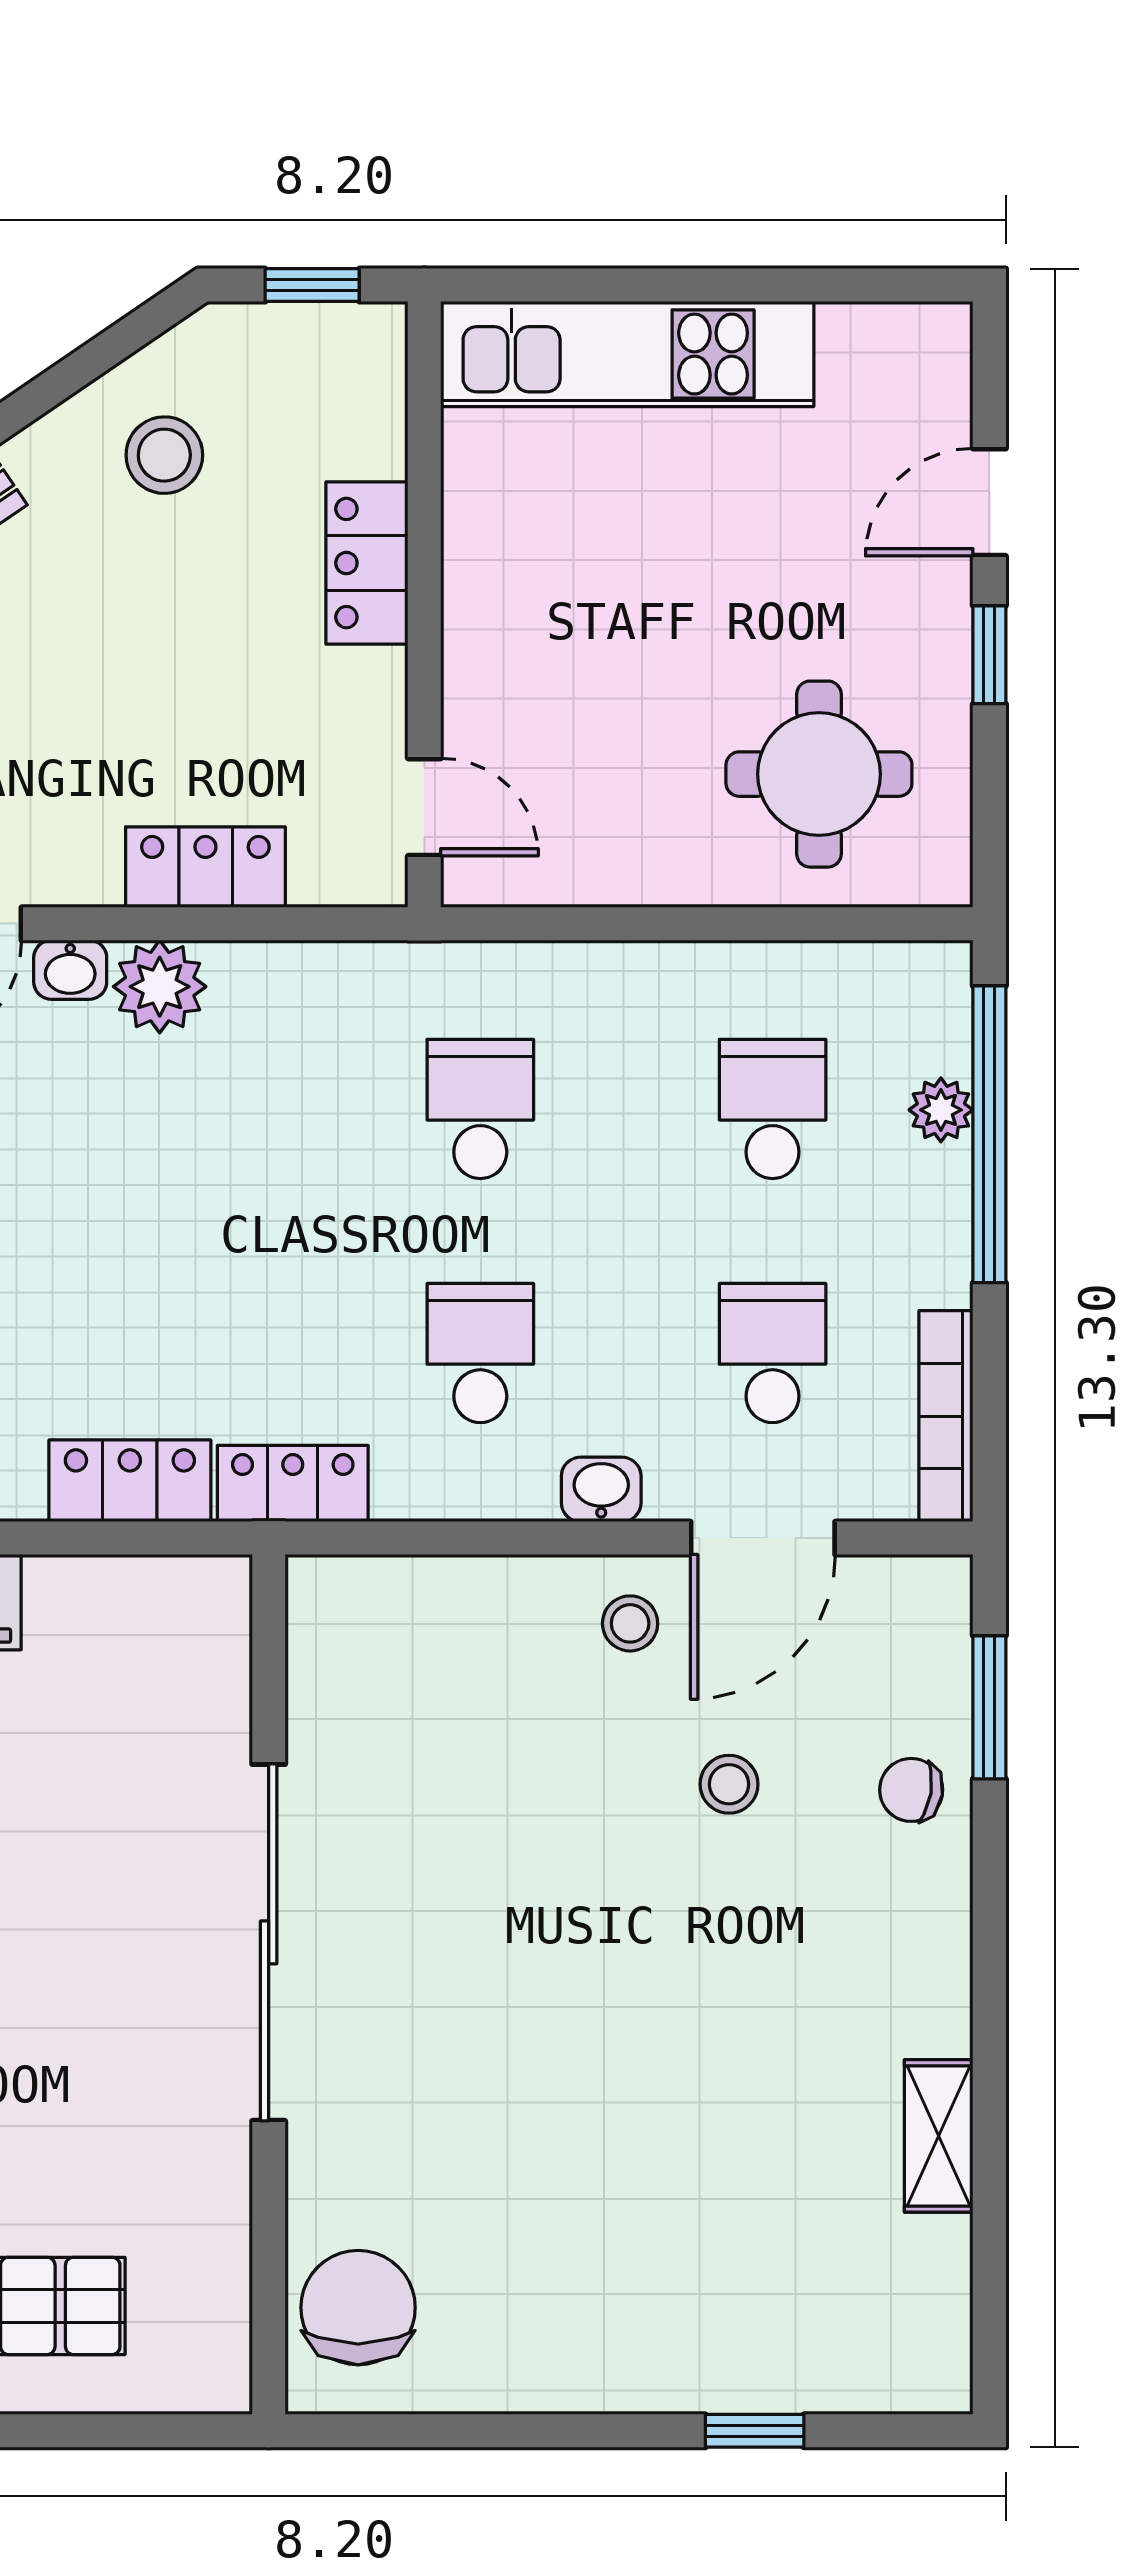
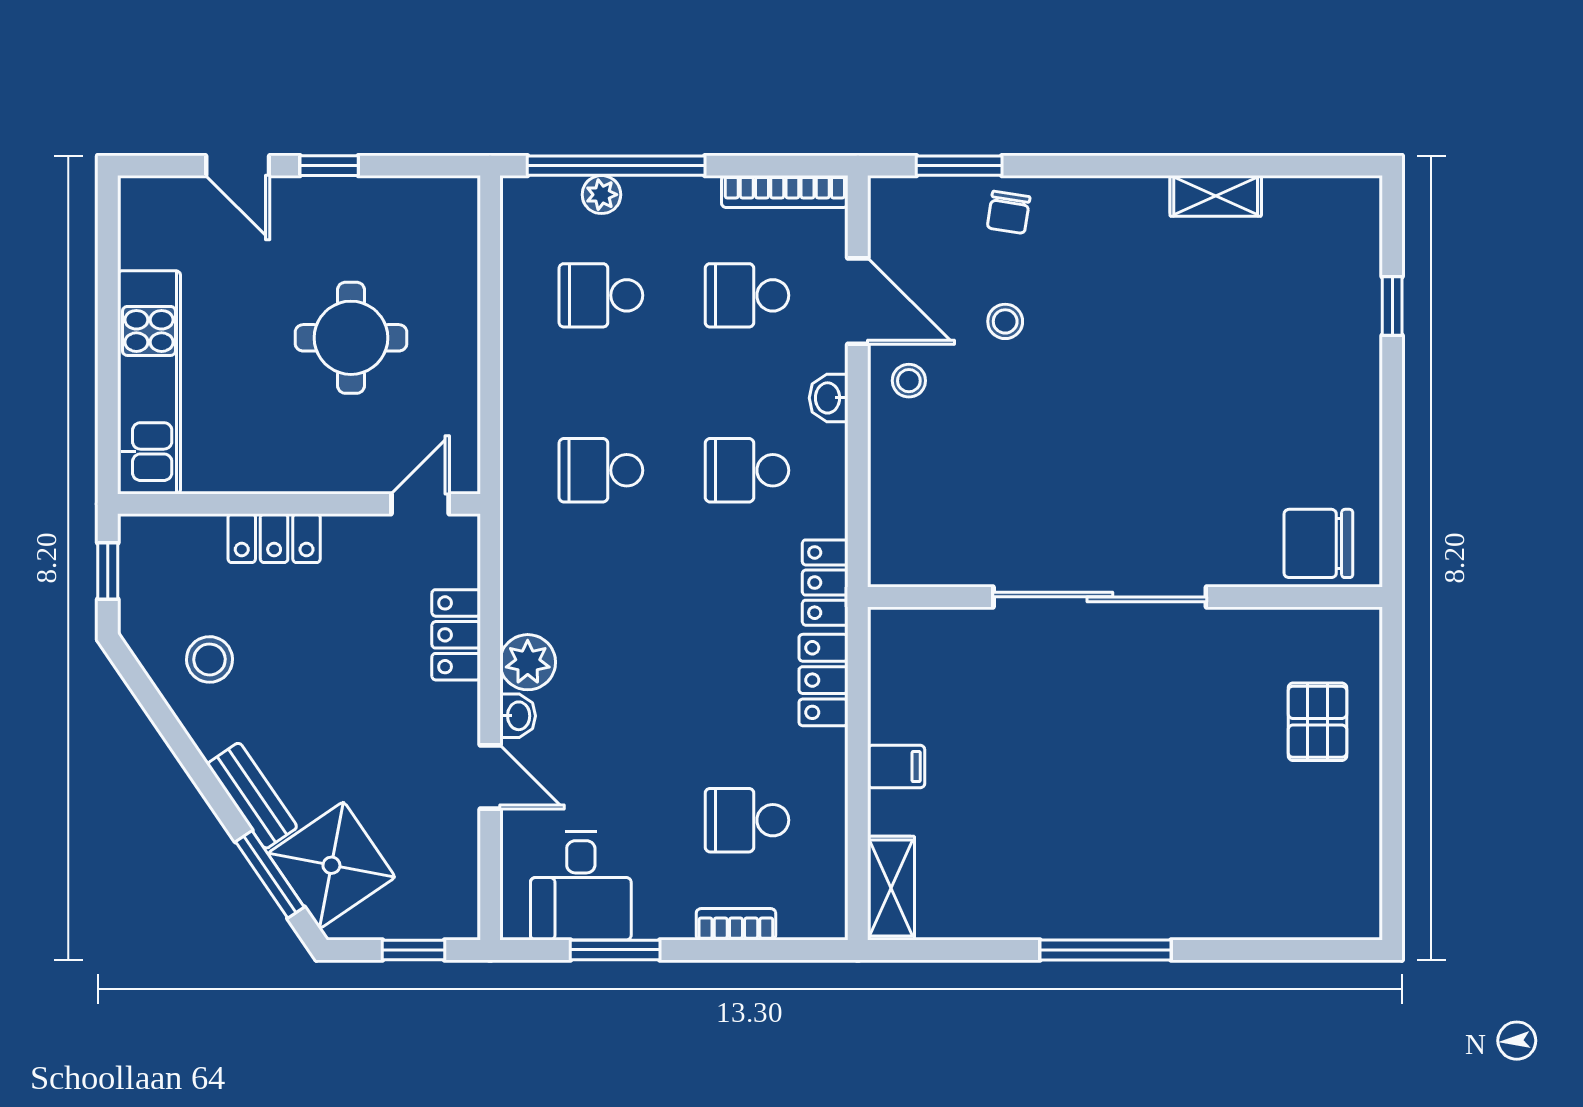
round table: (819, 774) -> (351, 338), moved

